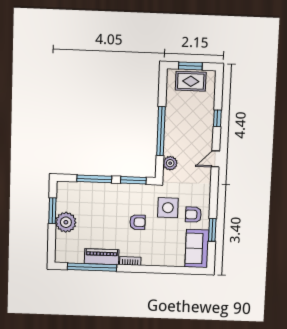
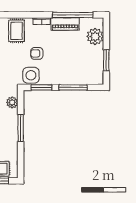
window: (161, 131) -> (21, 128), width x0.68
side table: (168, 208) -> (31, 75), moved
plant: (66, 222) -> (95, 36), moved
rug: (161, 250) -> (16, 31), added

